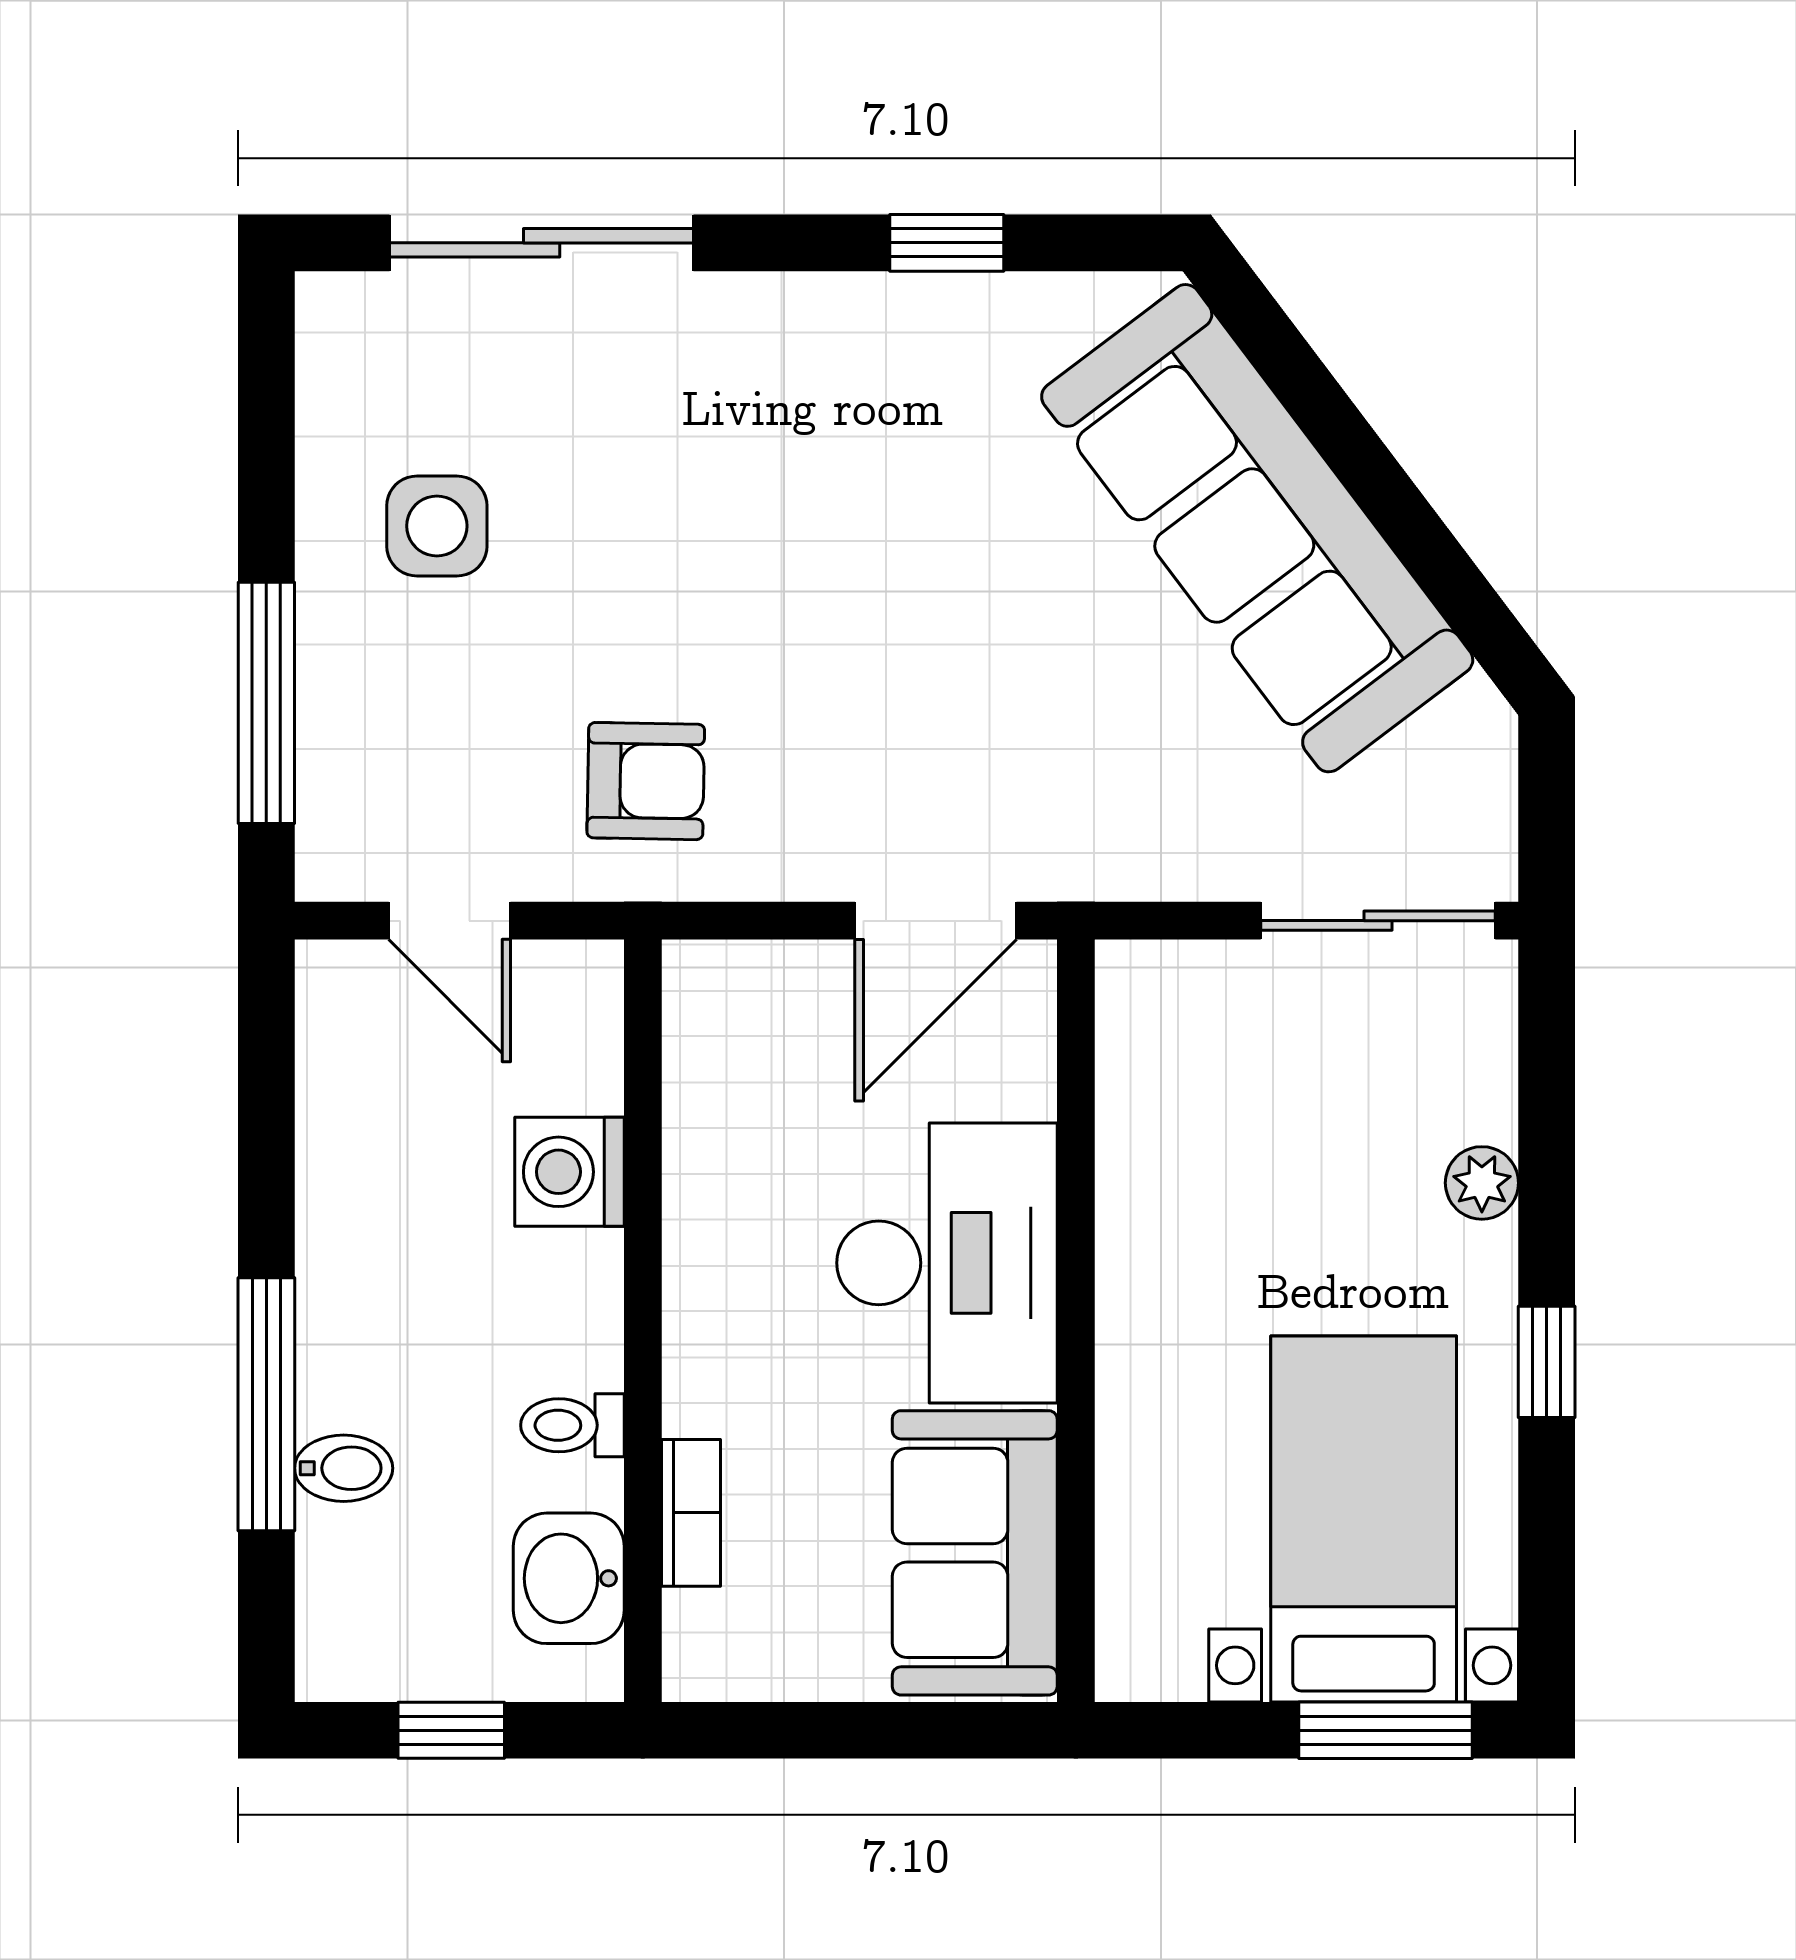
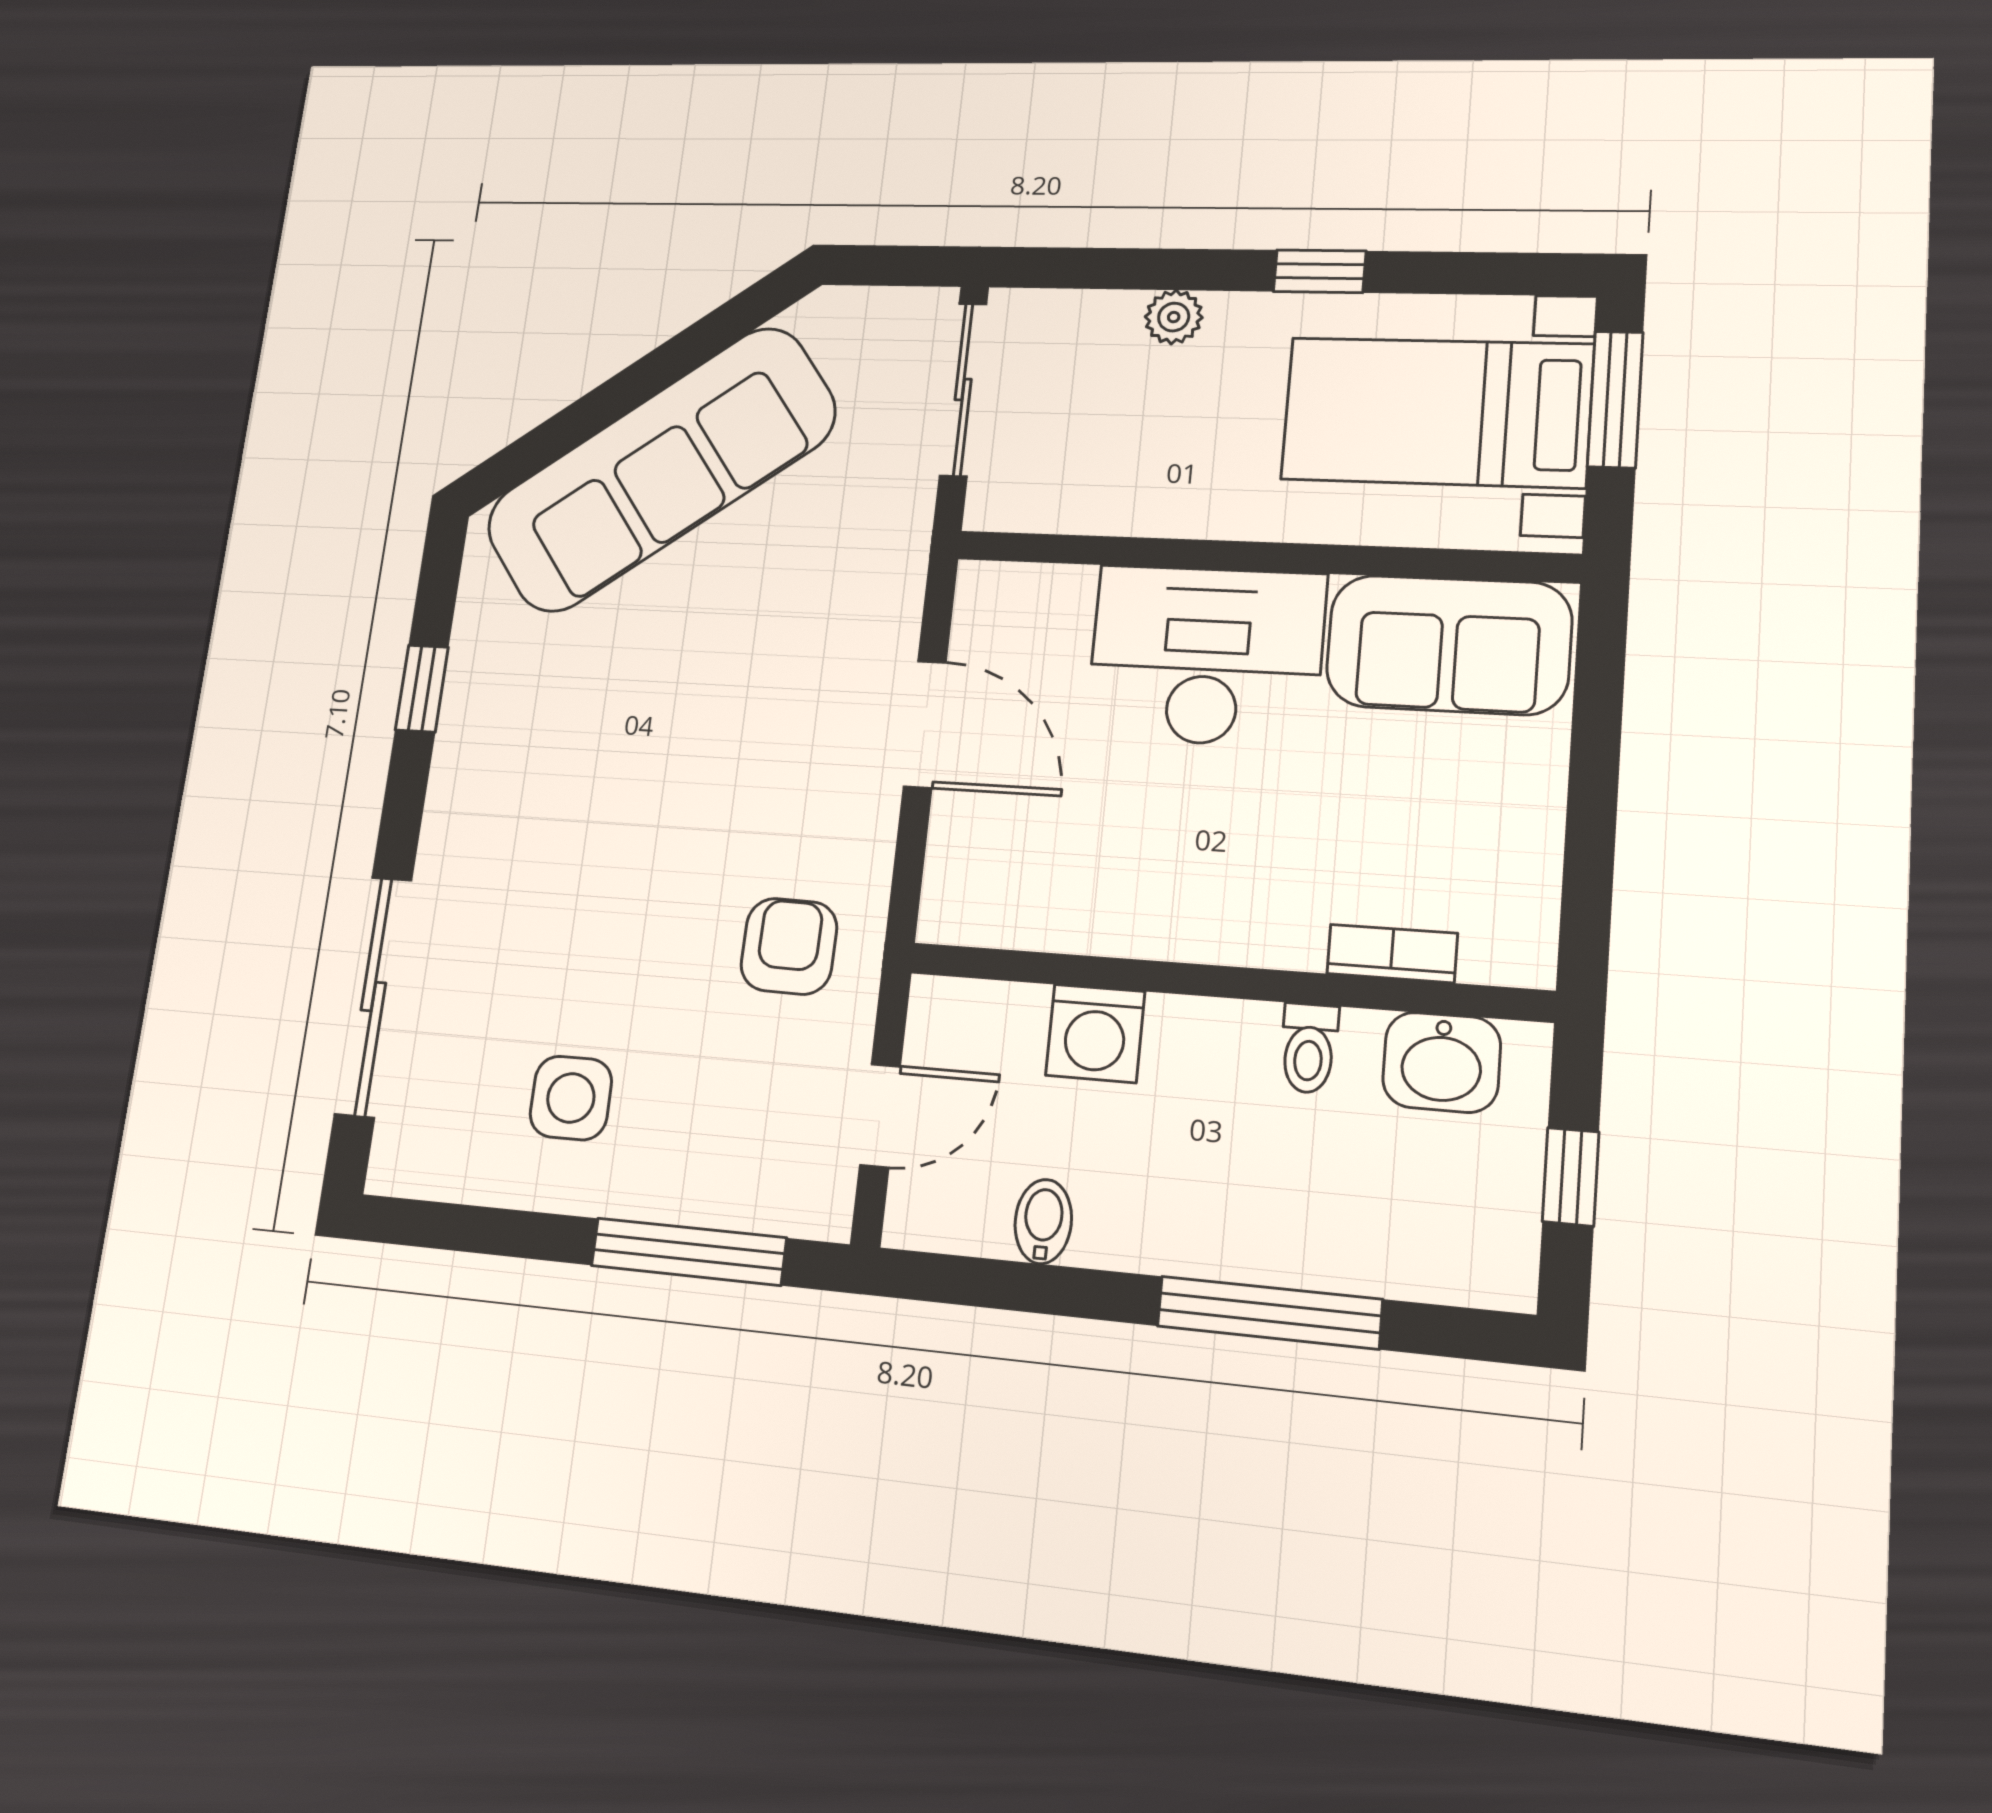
desk: (947, 1263) -> (1206, 656), moved
wall: (1076, 1321) -> (1262, 557), moved
bidet: (344, 1468) -> (1043, 1222), moved
sofa: (975, 1553) -> (1449, 645), moved

